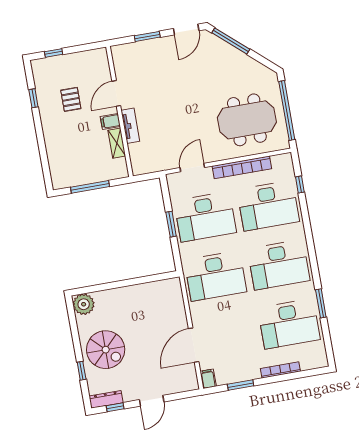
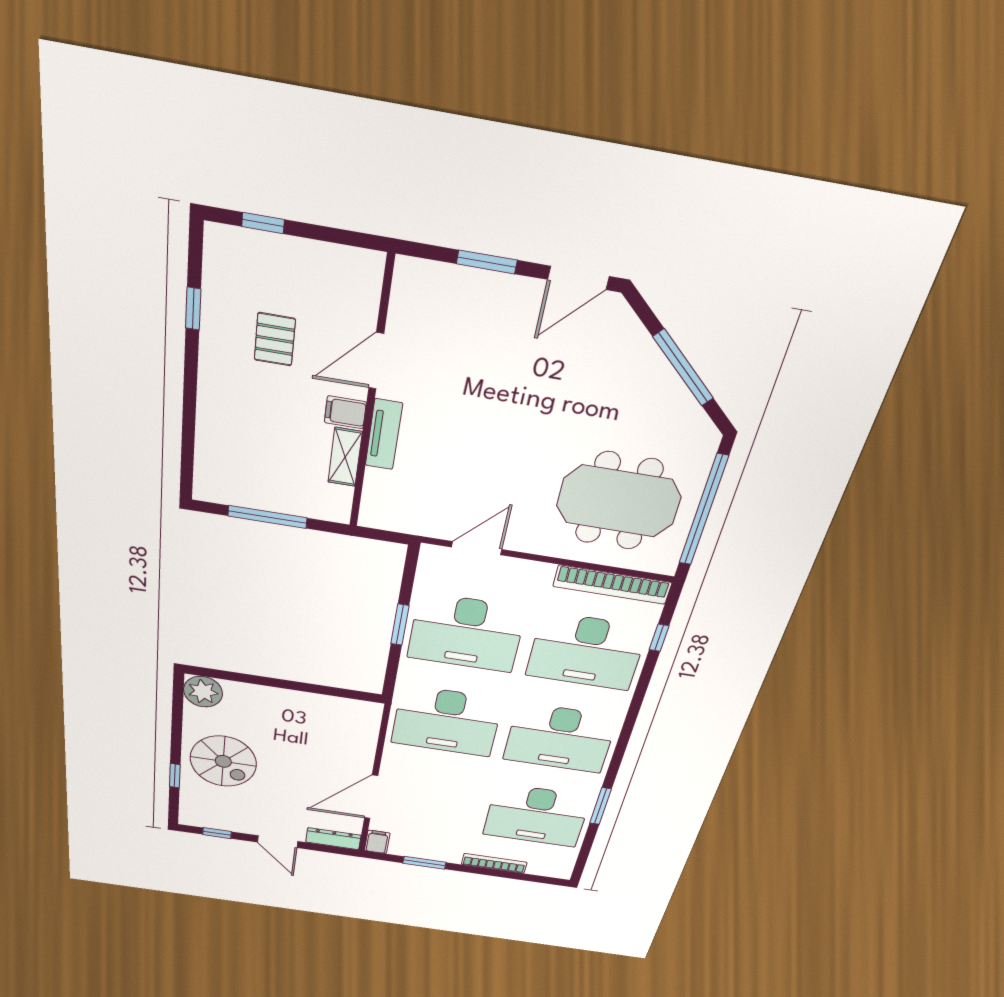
window: (231, 41) -> (683, 368), moved
bookcase: (242, 167) -> (612, 585), moved
dresser: (106, 399) -> (333, 839), moved
door: (152, 401) -> (278, 842), hinge flipped

